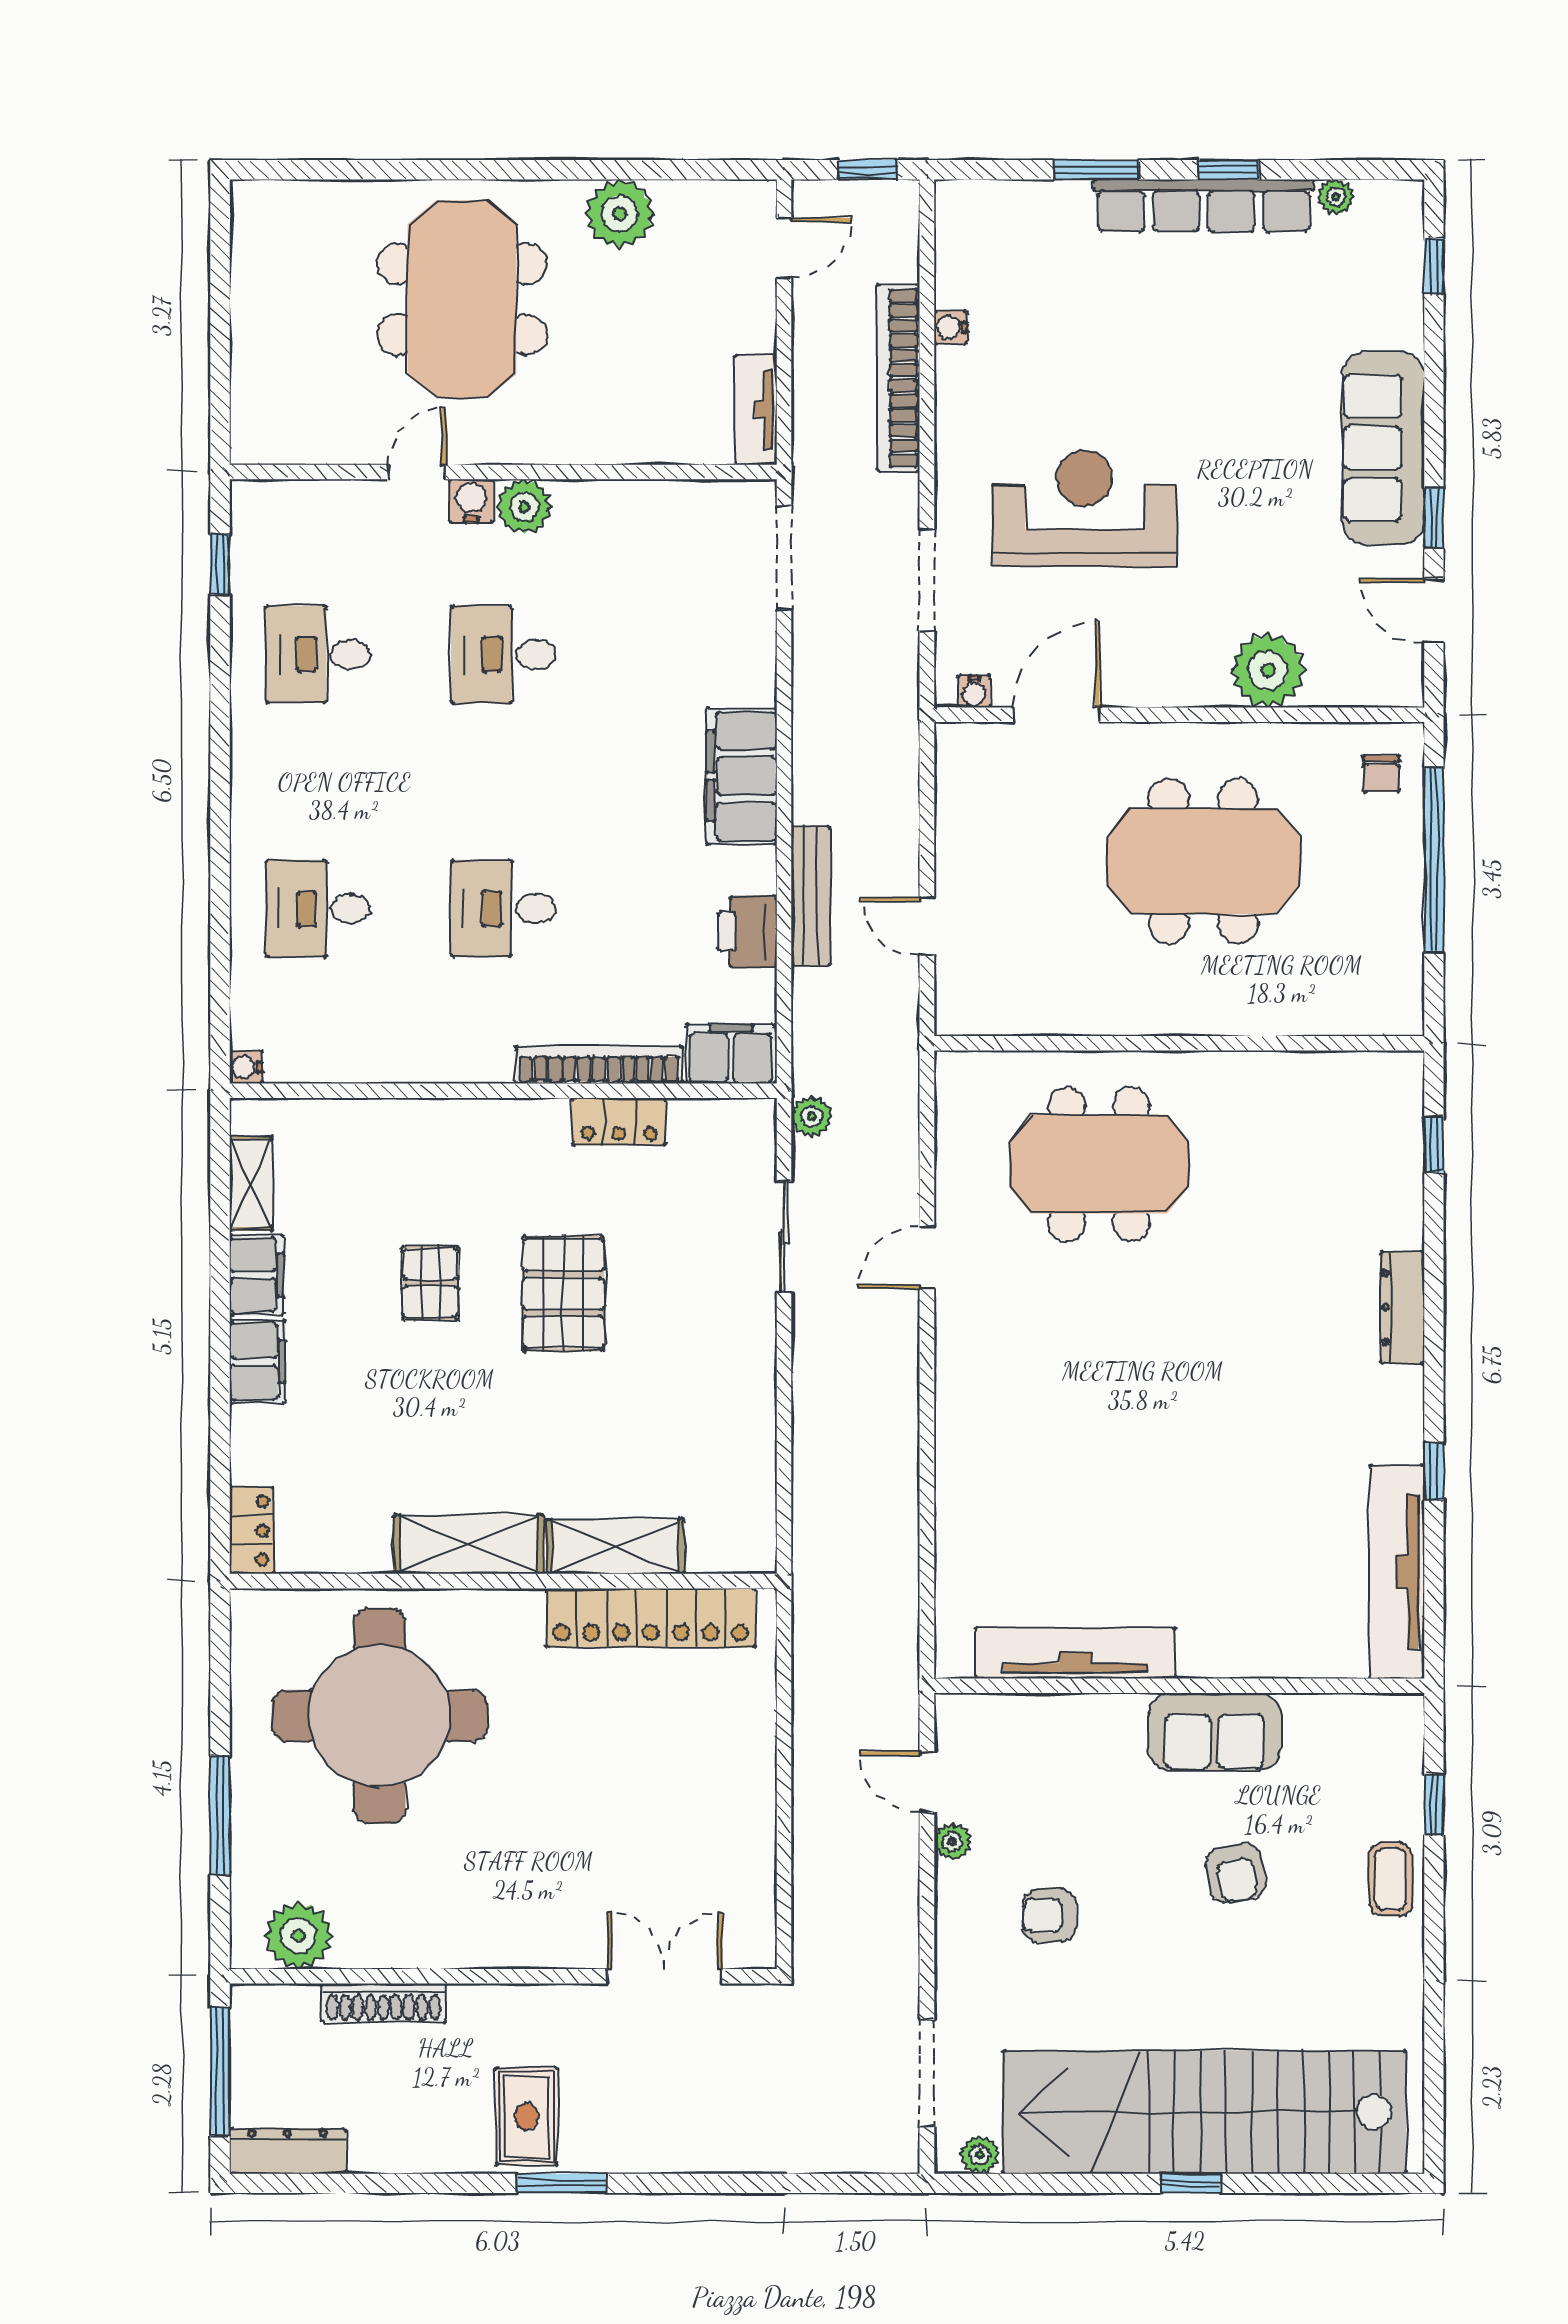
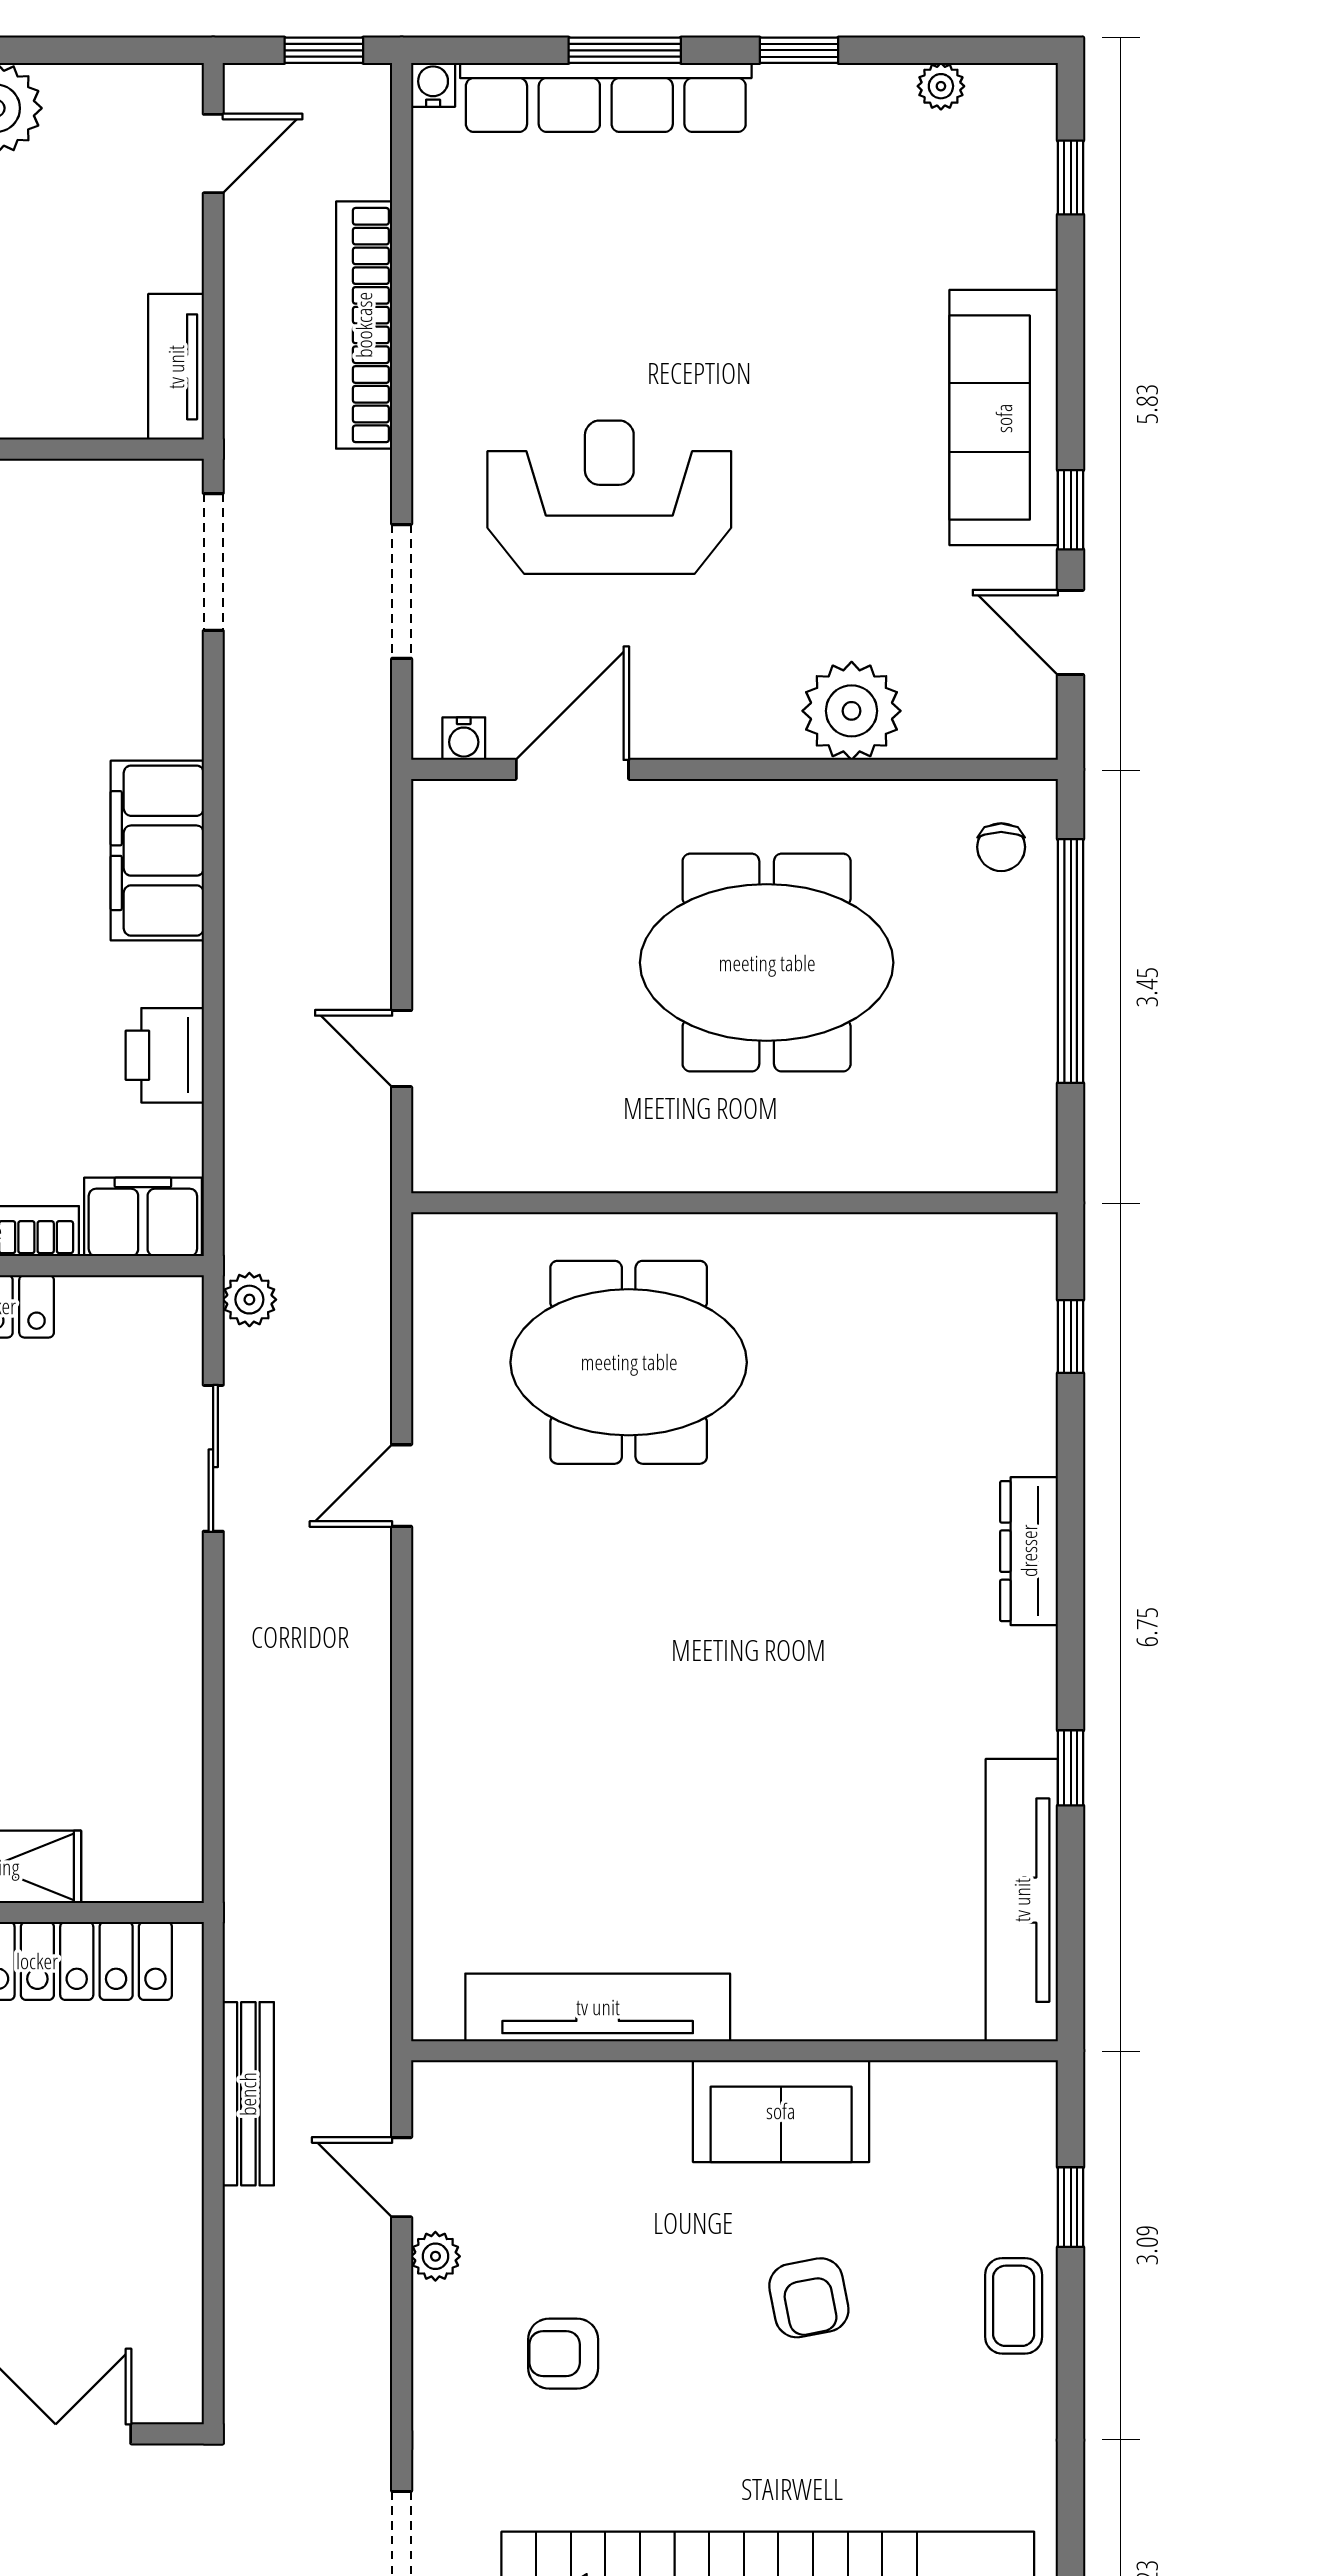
row of seats: (1204, 205) -> (606, 97), moved
water cooler: (951, 327) -> (433, 85), moved, turned 90
bench: (811, 896) -> (248, 2094), moved

